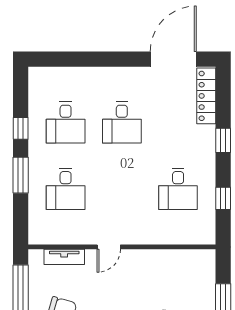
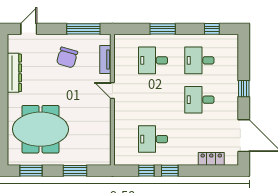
window: (106, 59) -> (244, 89), added
locker: (206, 96) -> (211, 159), width x0.66
window: (21, 128) -> (212, 29), moved
window: (223, 140) -> (170, 171), moved

